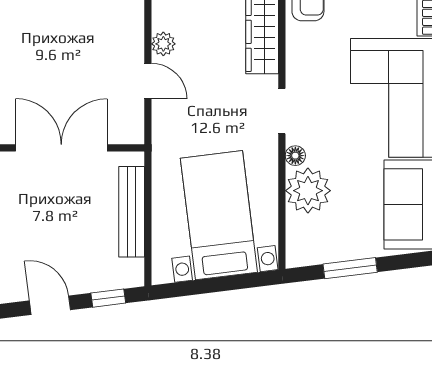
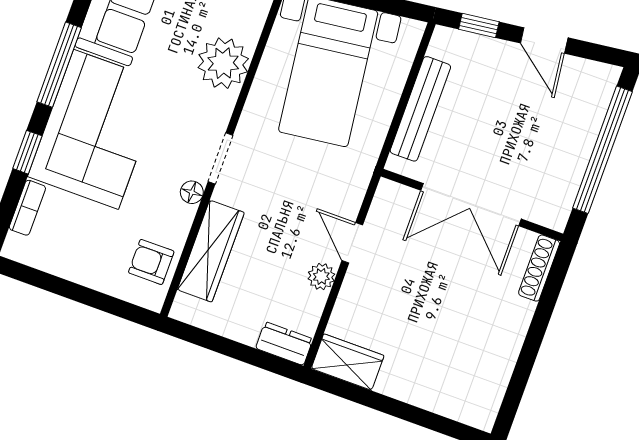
floor lamp: (295, 156) -> (192, 192), moved

